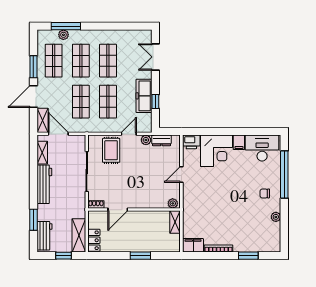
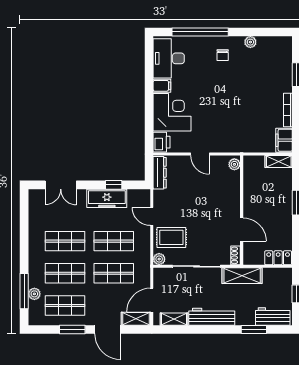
plant: (146, 140) -> (159, 259), moved
dresser: (161, 140) -> (160, 173), width x1.44
shelving: (175, 222) -> (279, 162), moved
shelving: (79, 235) -> (242, 276), moved

